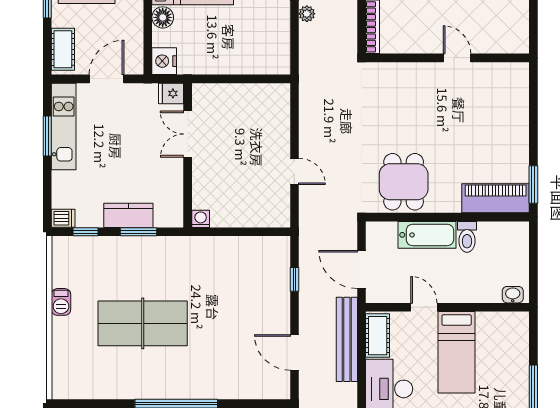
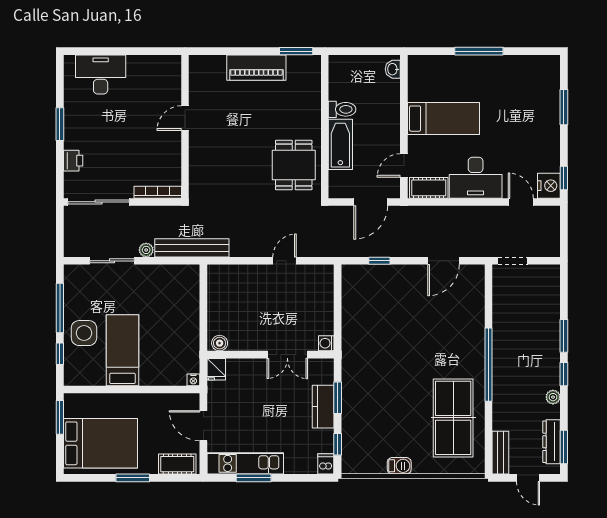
floor lamp: (163, 17) -> (149, 376), removed
nightstand: (164, 61) -> (193, 380), width x0.53, depth x0.56
boiler: (201, 97) -> (220, 343), added
double door: (188, 134) -> (287, 355), moved
dining table: (404, 182) -> (294, 165), turned 90
piano: (496, 198) -> (256, 68), moved, turned -90
door: (424, 307) -> (404, 165), moved
table tennis table: (143, 323) -> (453, 418), moved
bench: (347, 339) -> (192, 248), moved

